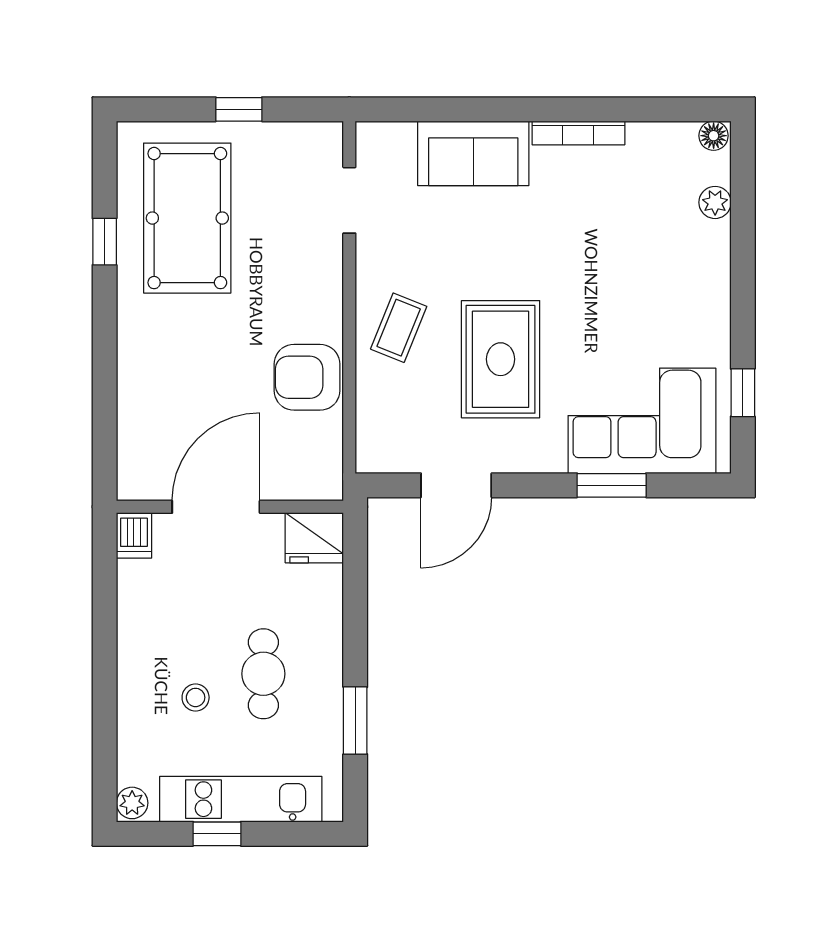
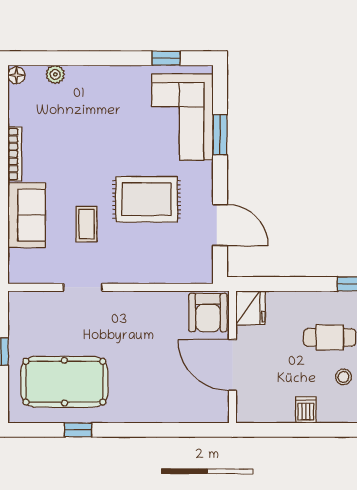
doorway: (349, 200) -> (83, 287), moved
coffee table: (399, 328) -> (86, 224), moved, turned 68
armchair: (307, 377) -> (208, 313), moved
dishwasher: (134, 535) -> (306, 410), moved, turned -90

